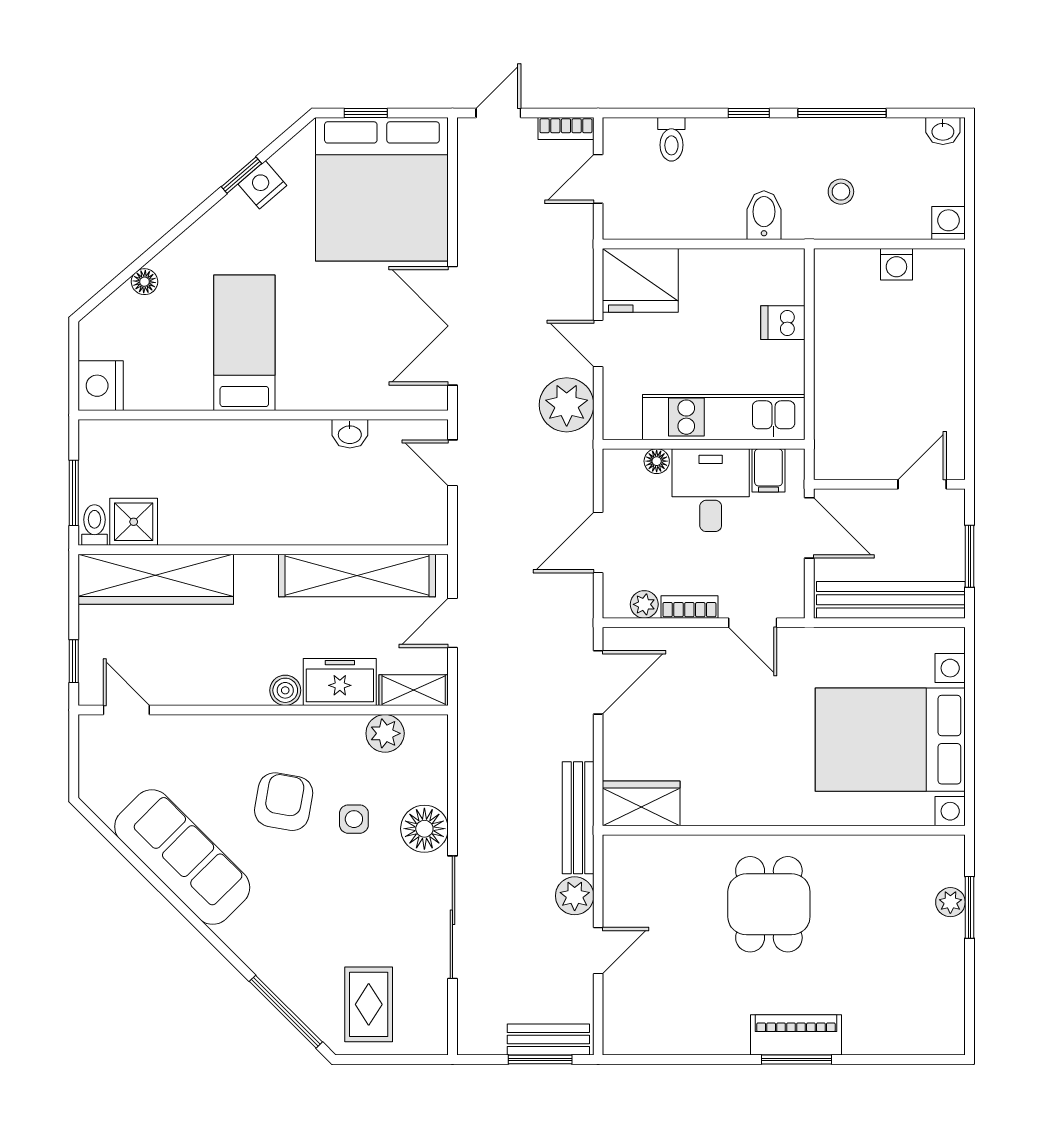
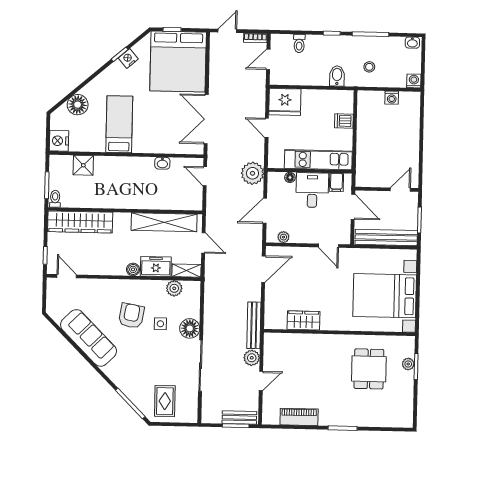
floor lamp: (144, 282) -> (78, 105), width x1.89, depth x1.89
plant: (567, 405) -> (252, 173), moved
shower: (134, 522) -> (83, 165), moved
bookcase: (689, 607) -> (302, 239), removed
door: (452, 623) -> (203, 243), swing flipped
wardrobe: (641, 803) -> (303, 320), moved
dining table: (769, 904) -> (369, 369), moved
piano: (796, 1035) -> (299, 417), moved

